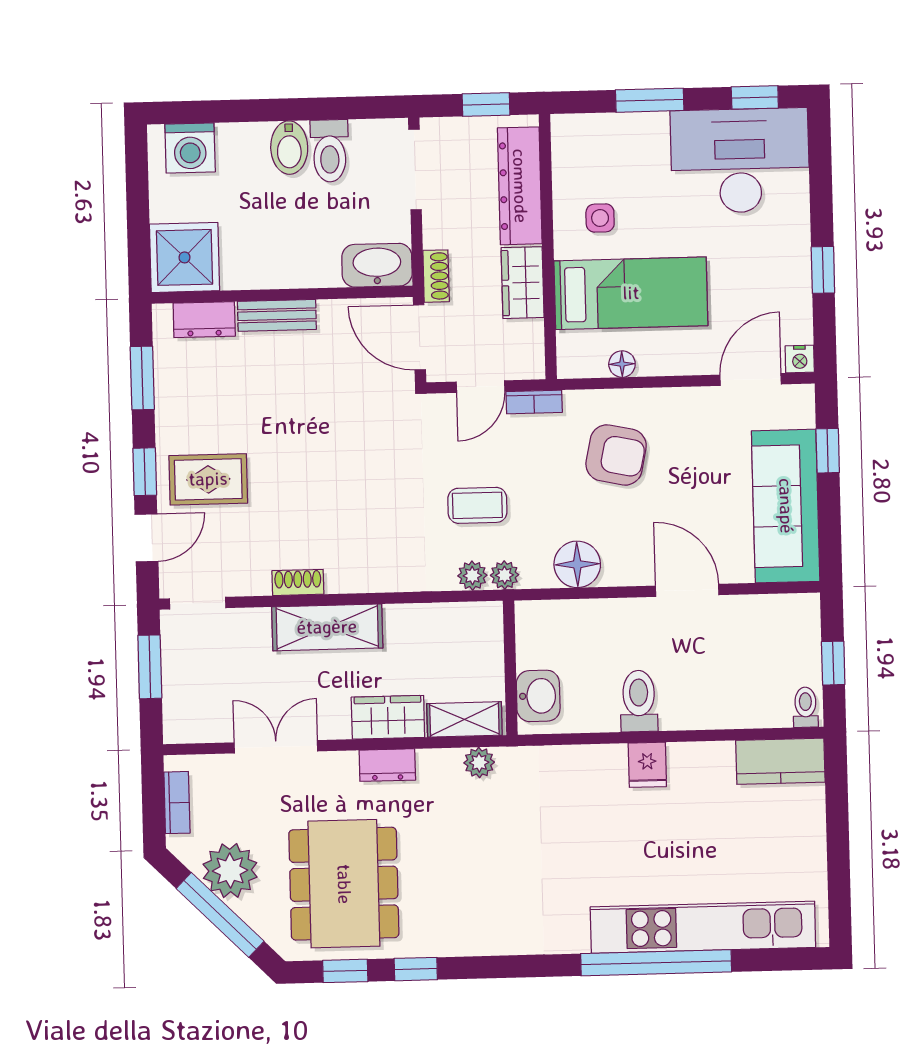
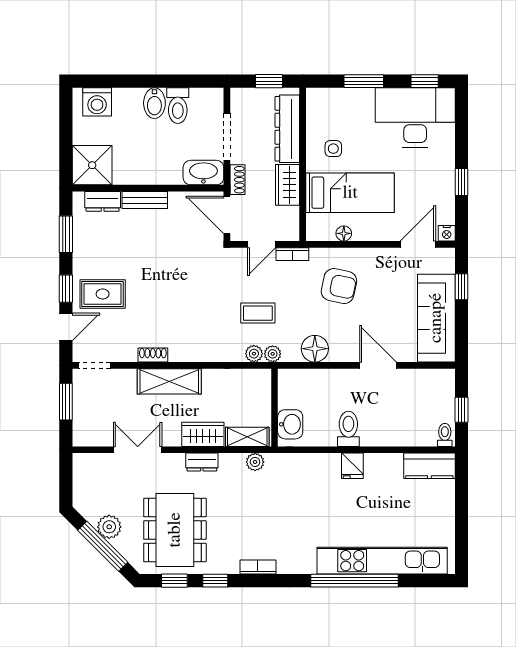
doorway: (415, 170) -> (227, 137), moved
bookcase: (177, 803) -> (258, 567), moved, turned -90
plant: (230, 871) -> (109, 527), width x0.73, depth x0.73

